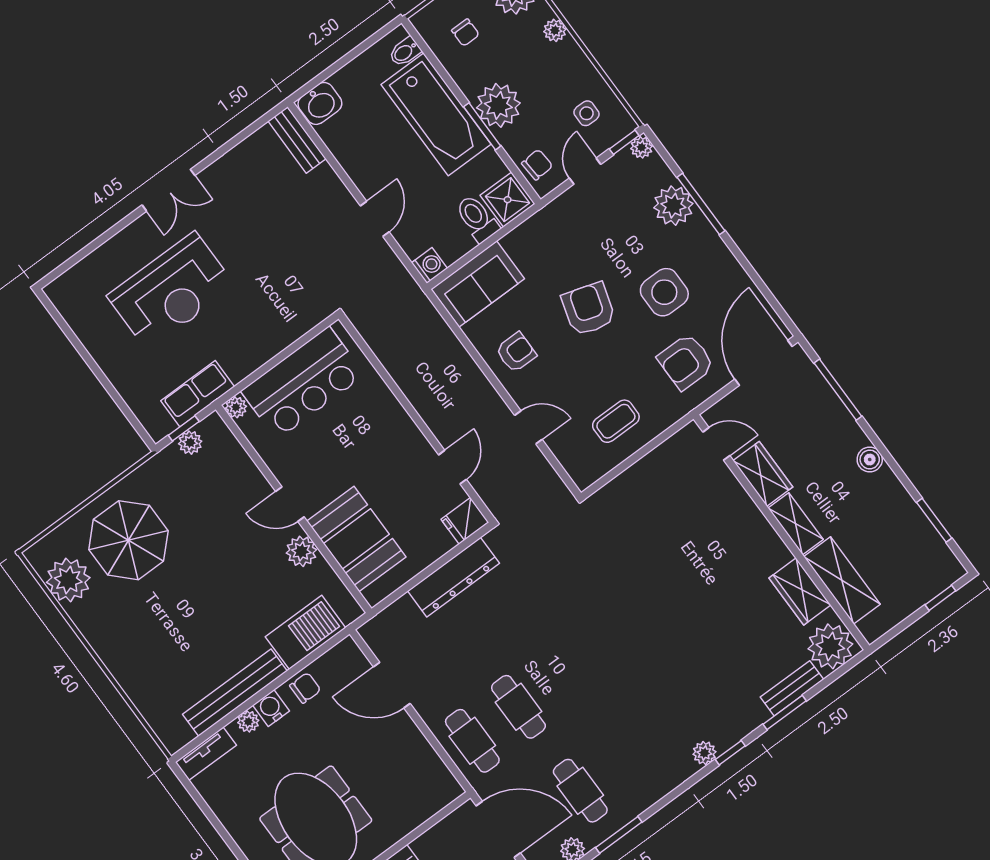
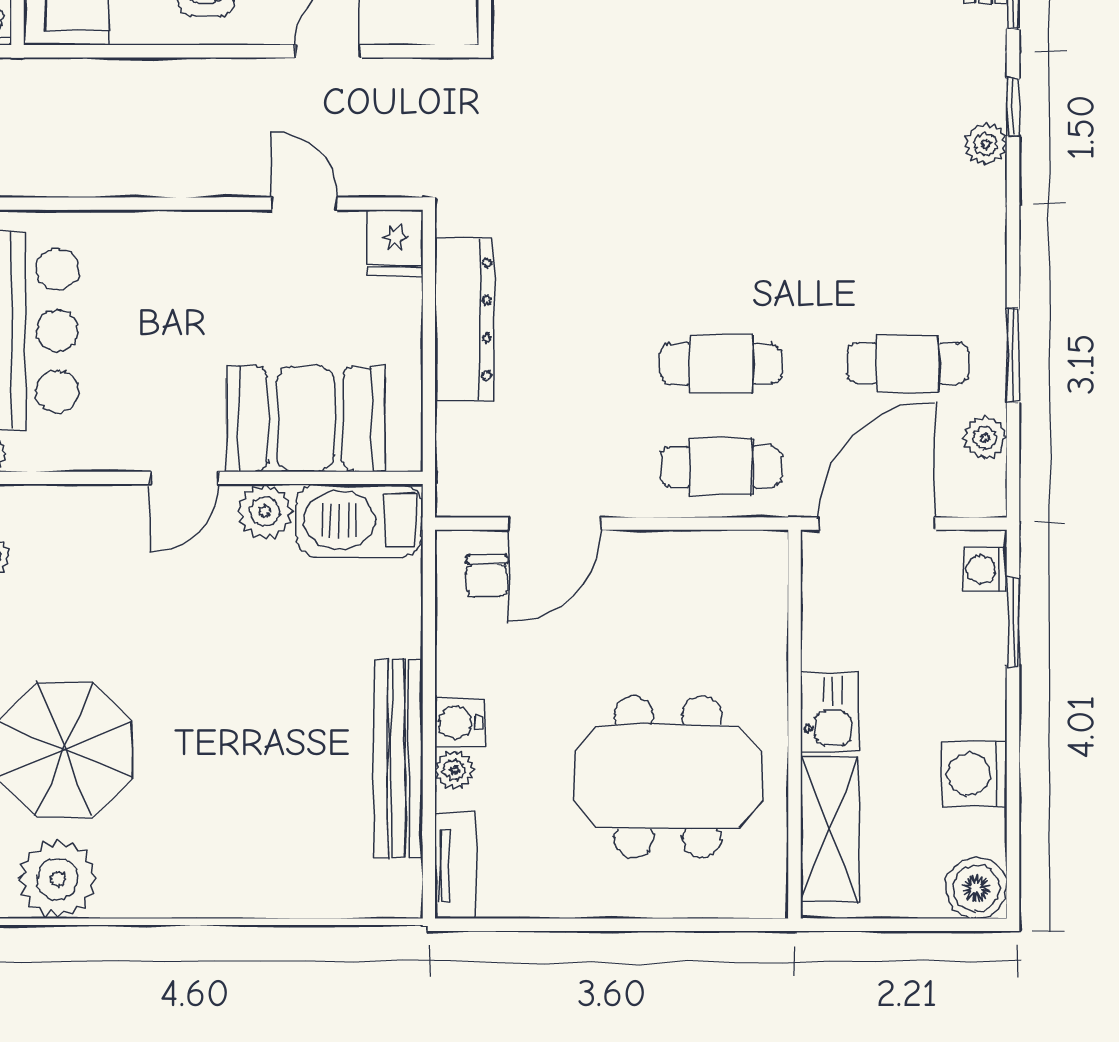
barbecue: (306, 632) -> (360, 520), moved, turned -90
chair: (305, 688) -> (487, 577), moved, turned 180

